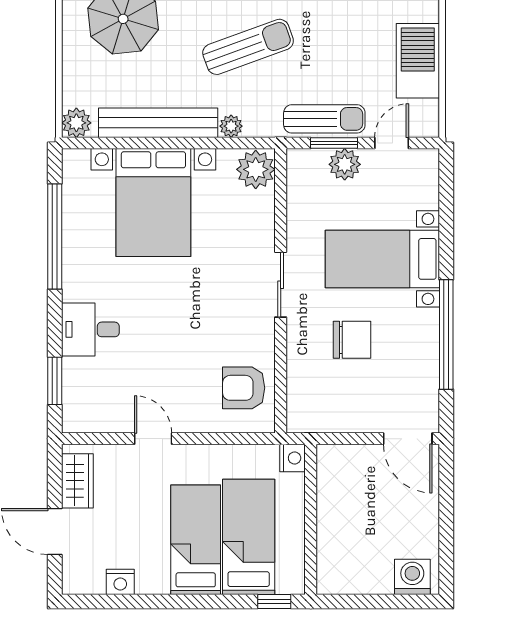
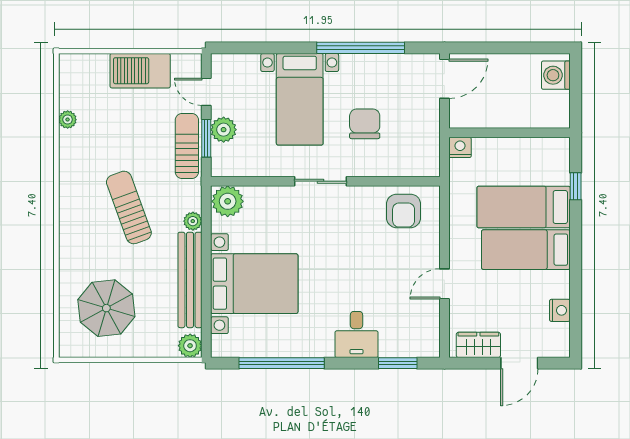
nightstand: (293, 458) -> (460, 147), moved
wall: (311, 519) -> (509, 133), moved

